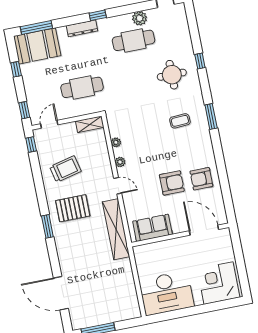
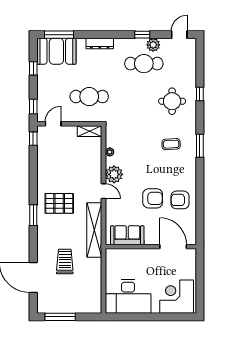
window: (98, 15) -> (142, 35), moved
plant: (120, 162) -> (114, 174), width x1.88, depth x1.88
trolley: (65, 169) -> (65, 261), moved, turned -77

